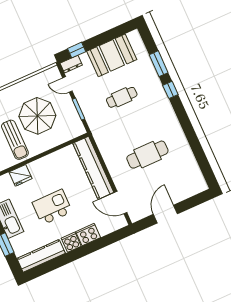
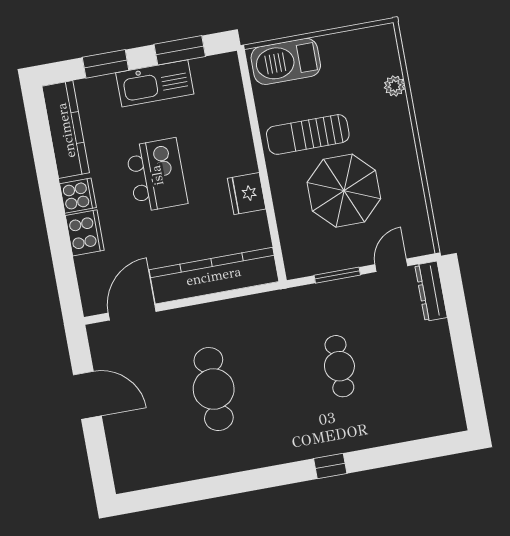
window: (77, 50) -> (455, 300), removed
booth: (112, 55) -> (427, 367), removed
dresser: (71, 64) -> (431, 291), width x1.44
window: (159, 64) -> (388, 456), removed
fridge: (21, 175) -> (247, 194), moved

